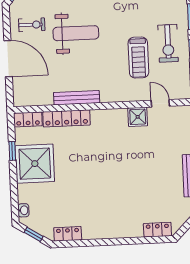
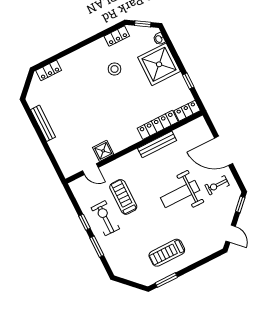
shower: (35, 164) -> (159, 64), moved
stool: (86, 199) -> (114, 69), added

